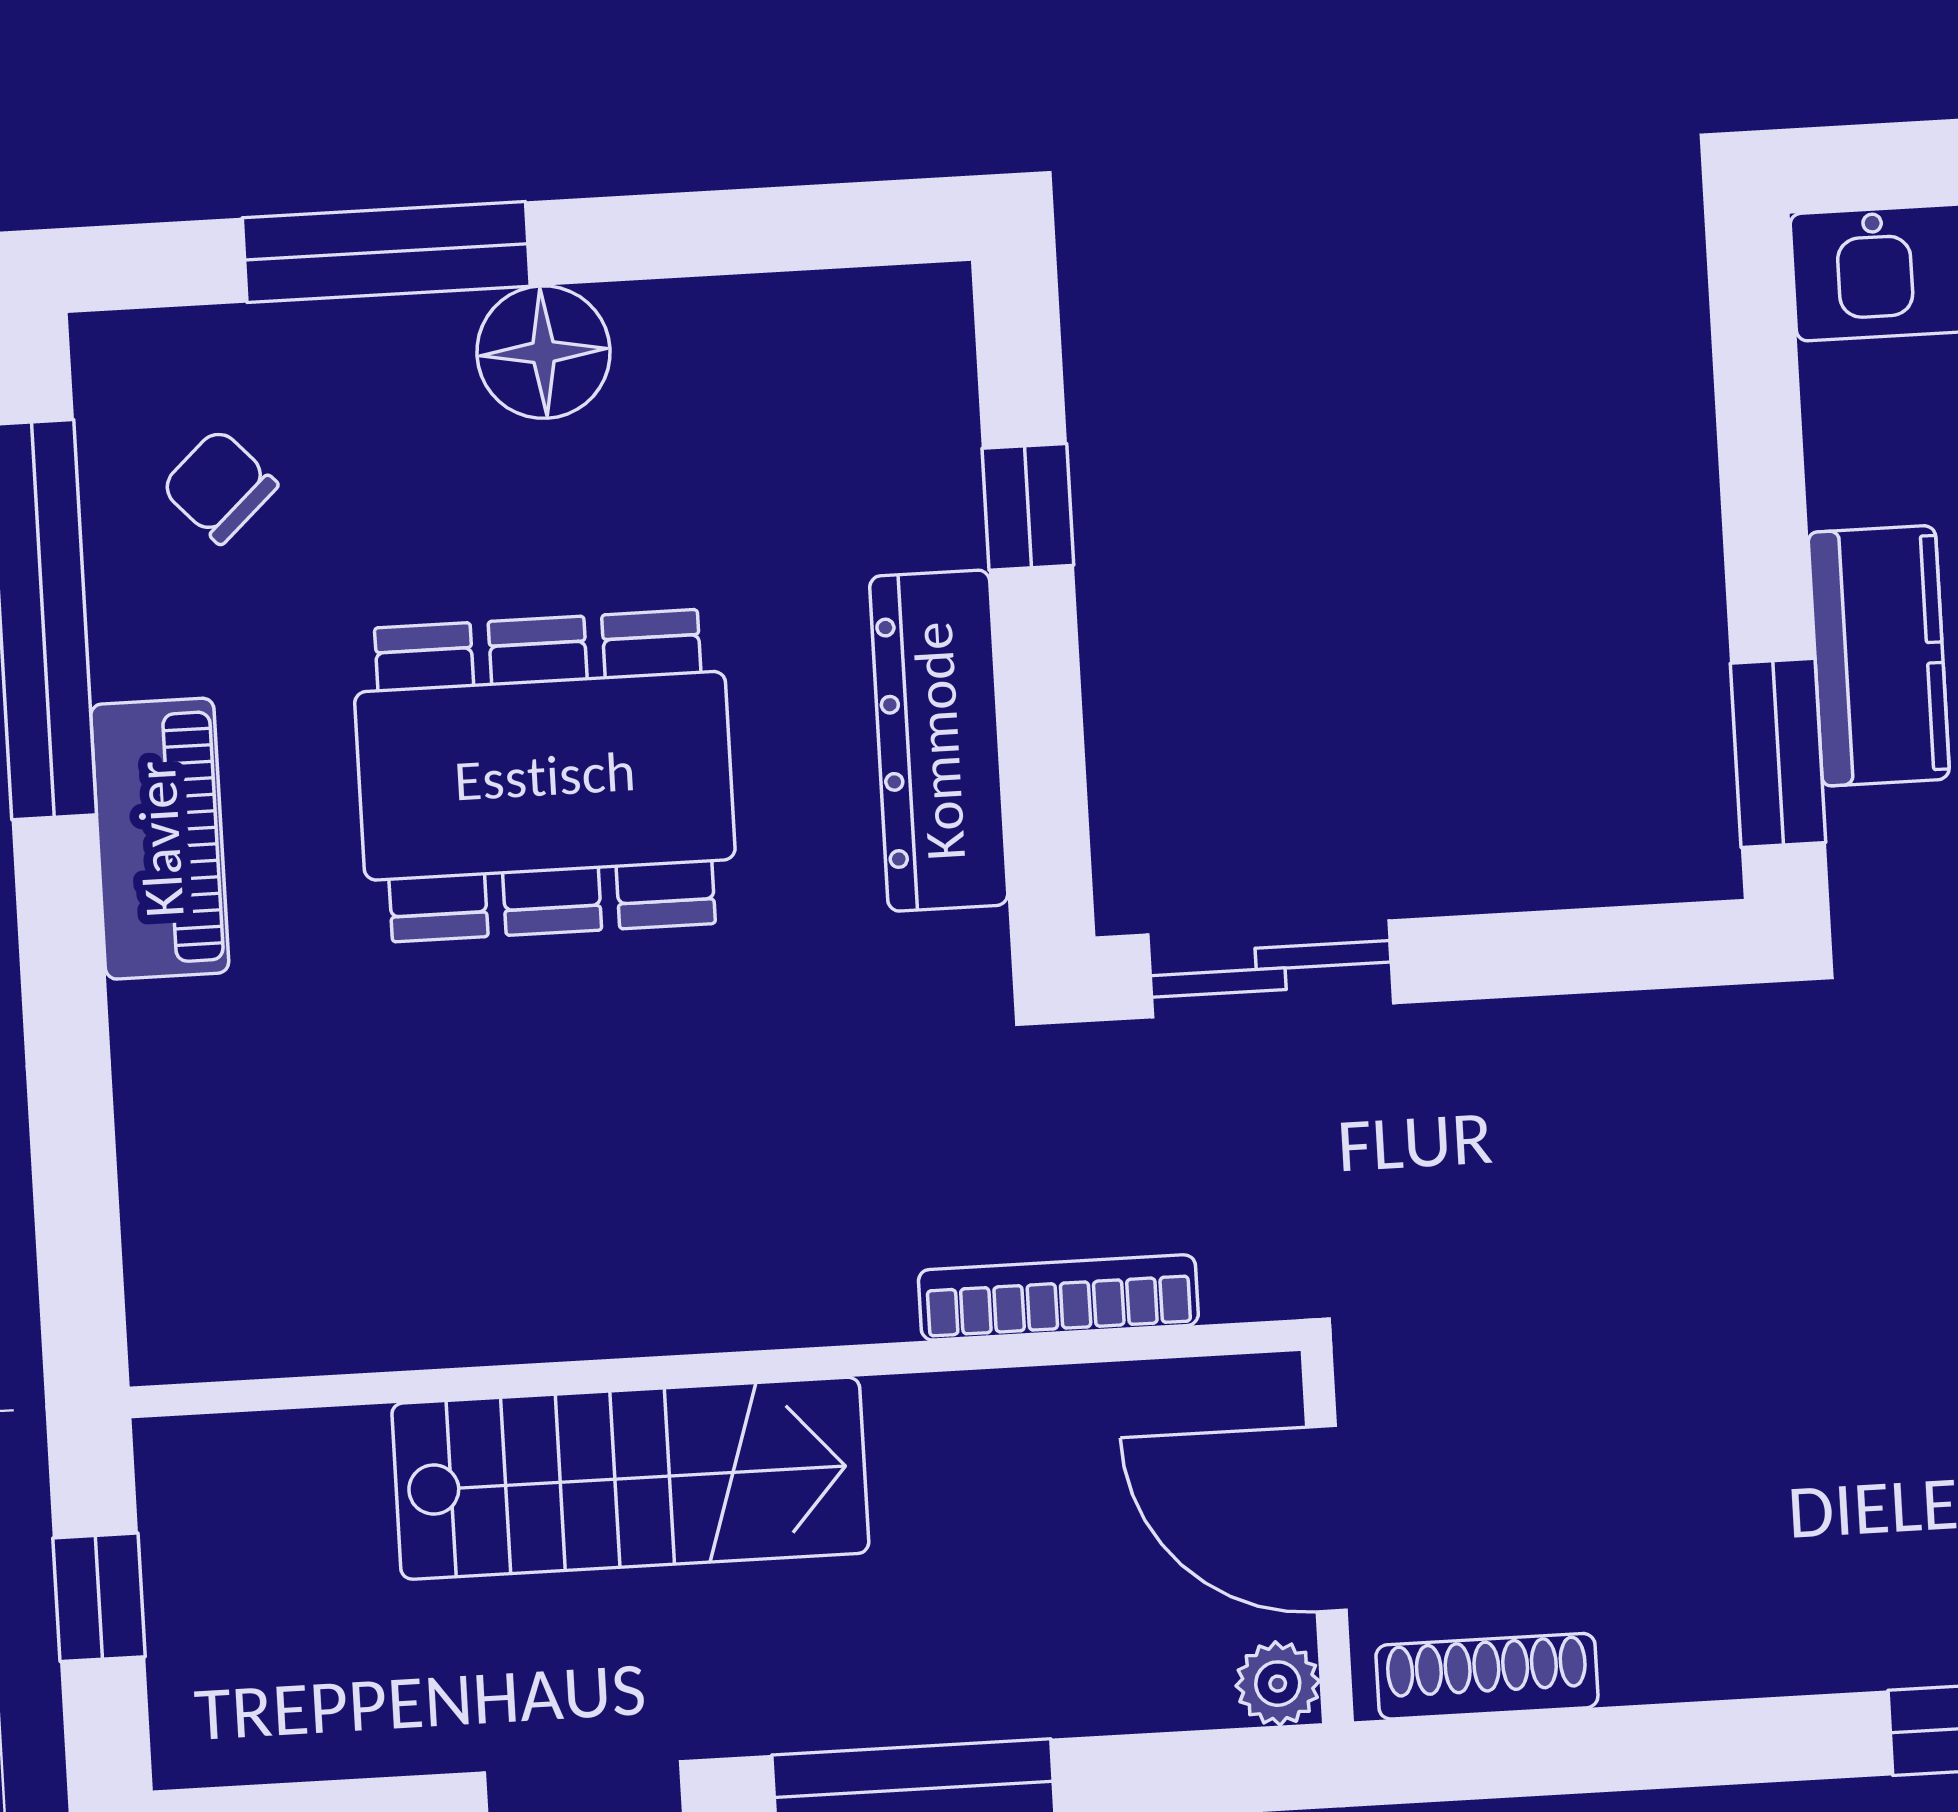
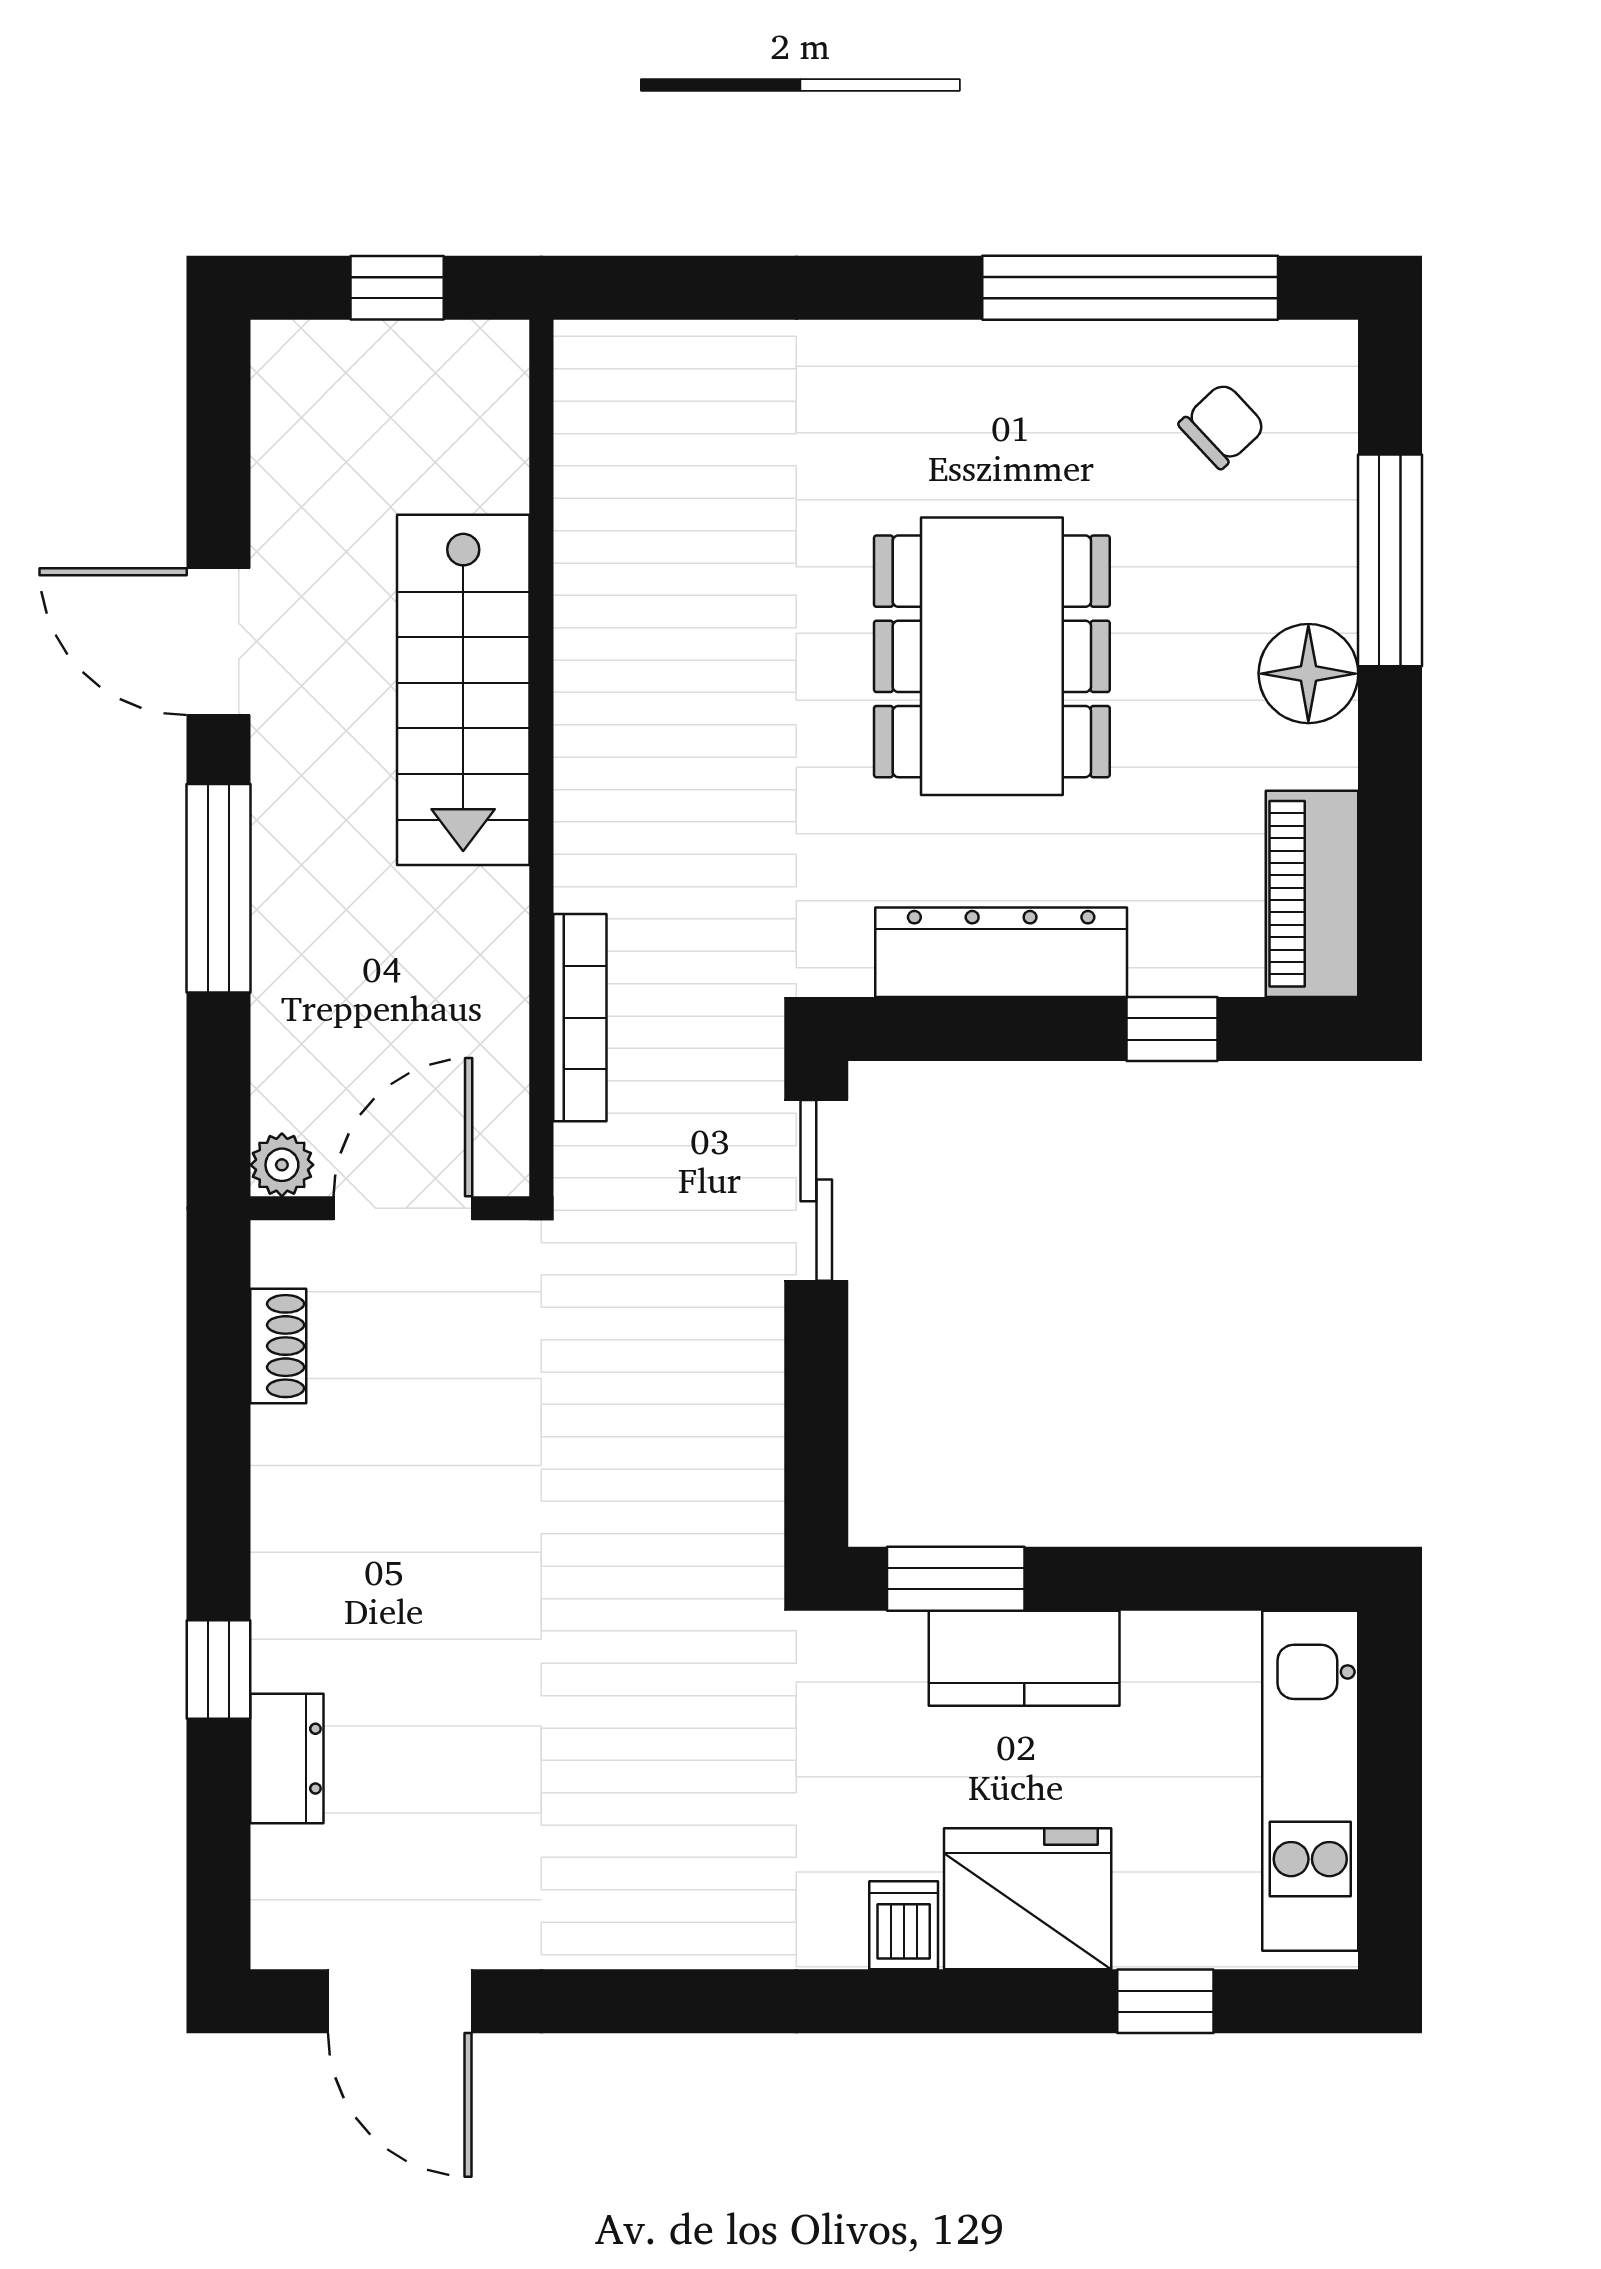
piano: (160, 839) -> (1312, 894), moved, turned 90
shoe rack: (1487, 1676) -> (278, 1346), width x0.70

